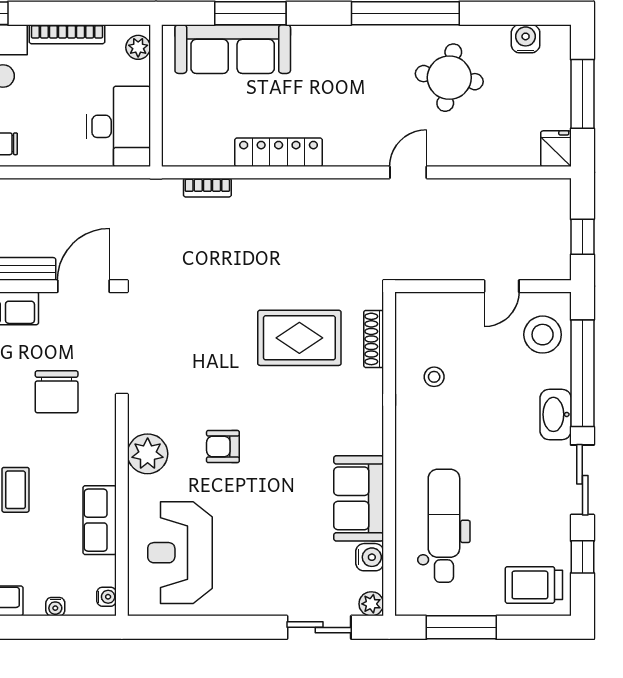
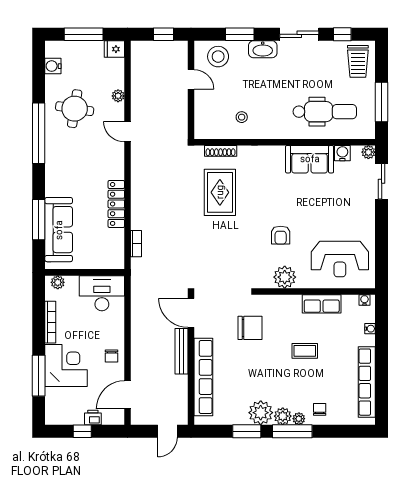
plant: (472, 156) -> (118, 96), added
window: (582, 373) -> (240, 34), width x0.47
dental chair: (444, 526) -> (325, 112), turned 180

